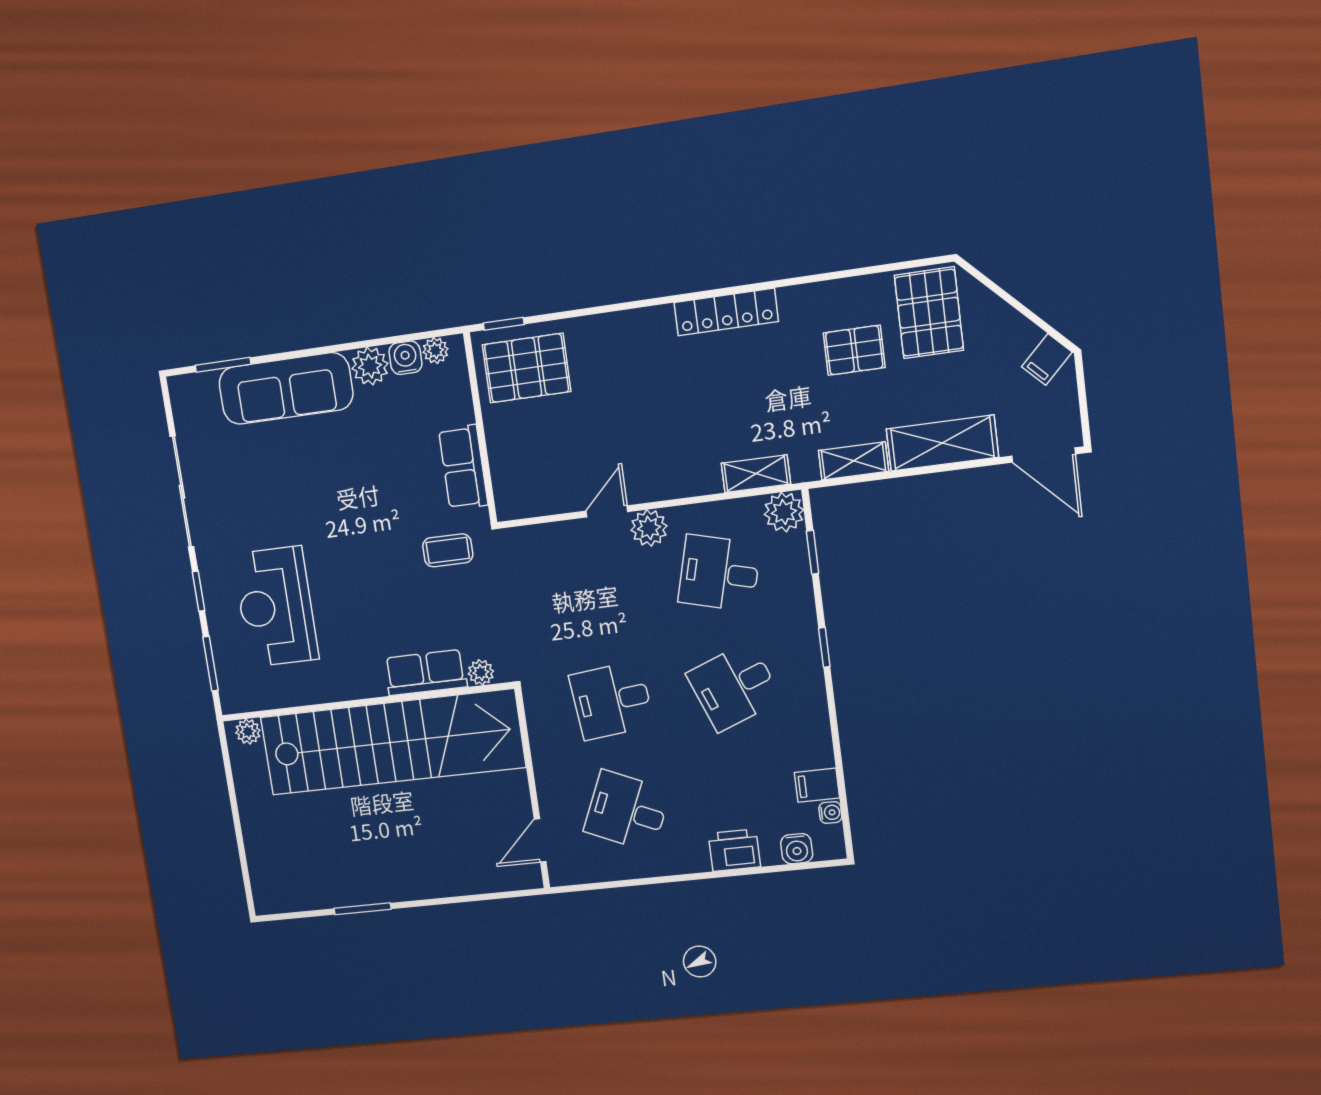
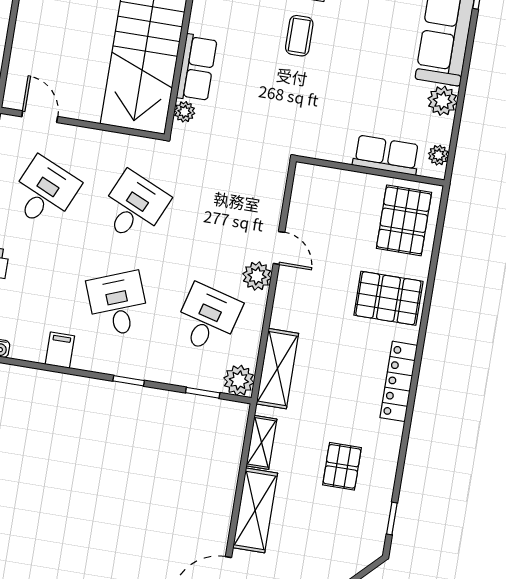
pallet: (929, 313) -> (388, 298), moved
window: (504, 324) -> (392, 518), moved
water cooler: (405, 358) -> (440, 130), removed
row of seats: (463, 467) -> (386, 155), moved
shelving: (756, 474) -> (277, 369), width x1.50, depth x1.33
coffee table: (448, 550) -> (299, 36), moved
desk: (612, 700) -> (134, 207), turned 30
filing cabinet: (817, 785) -> (60, 350), moved

